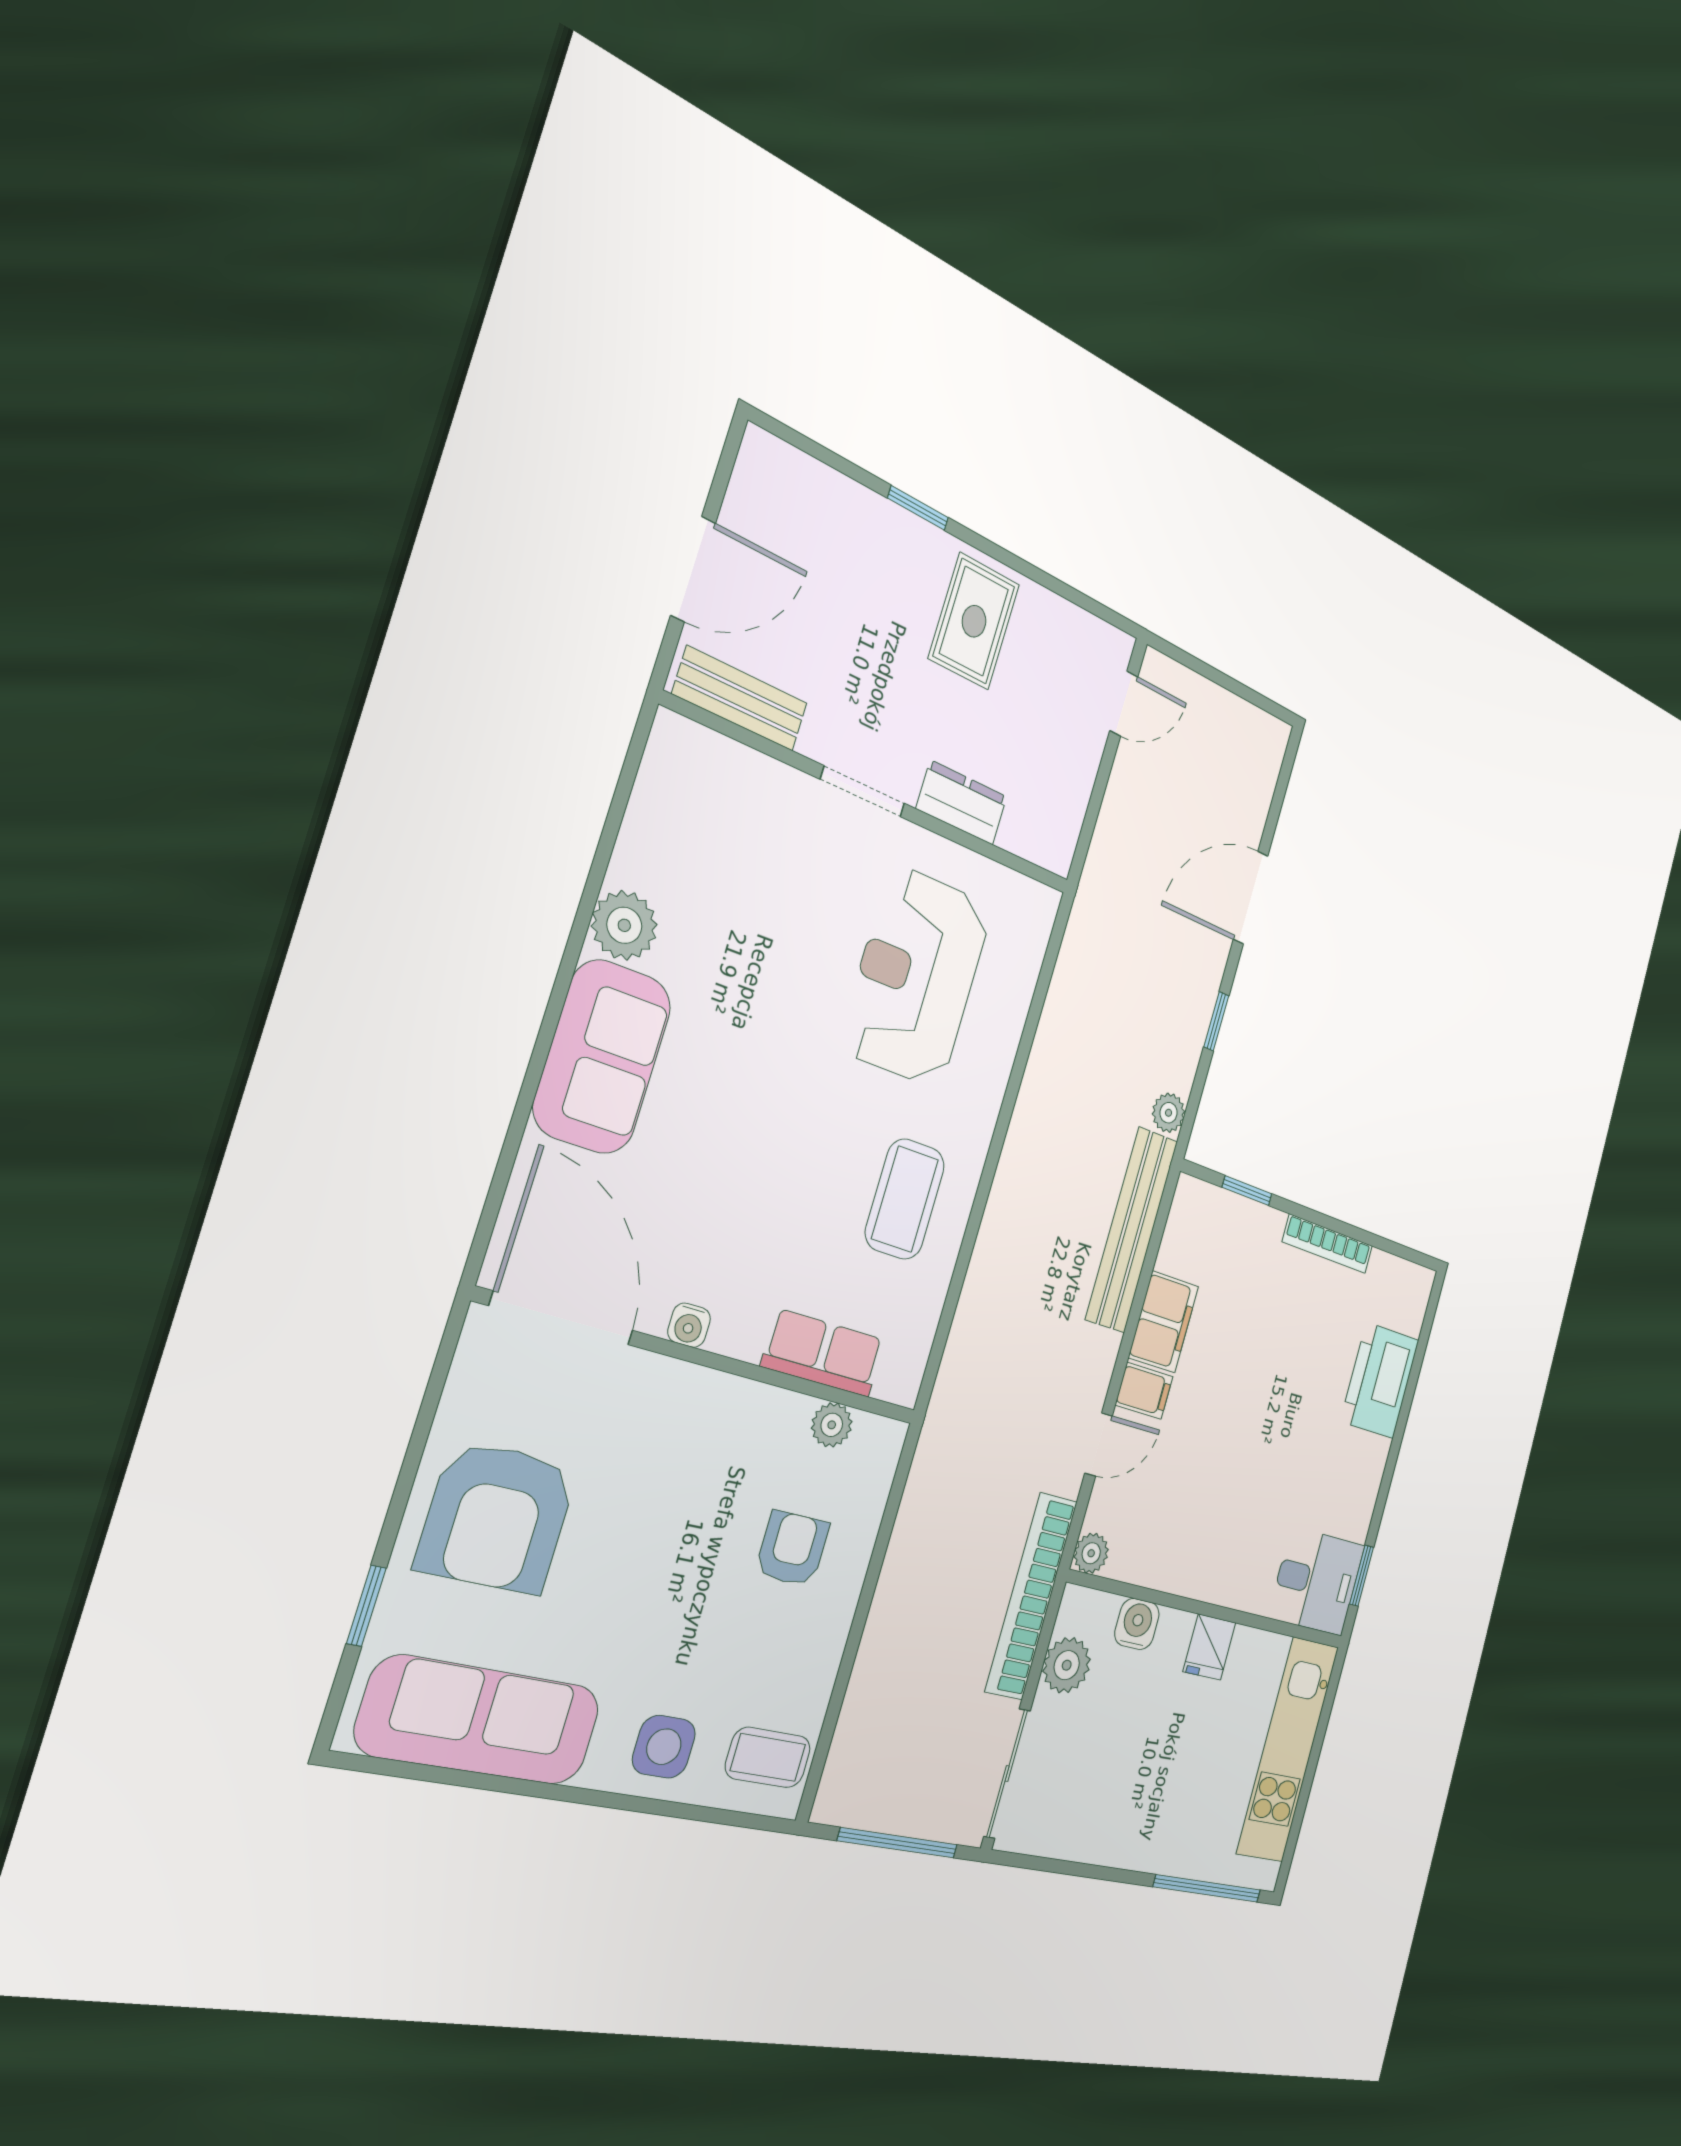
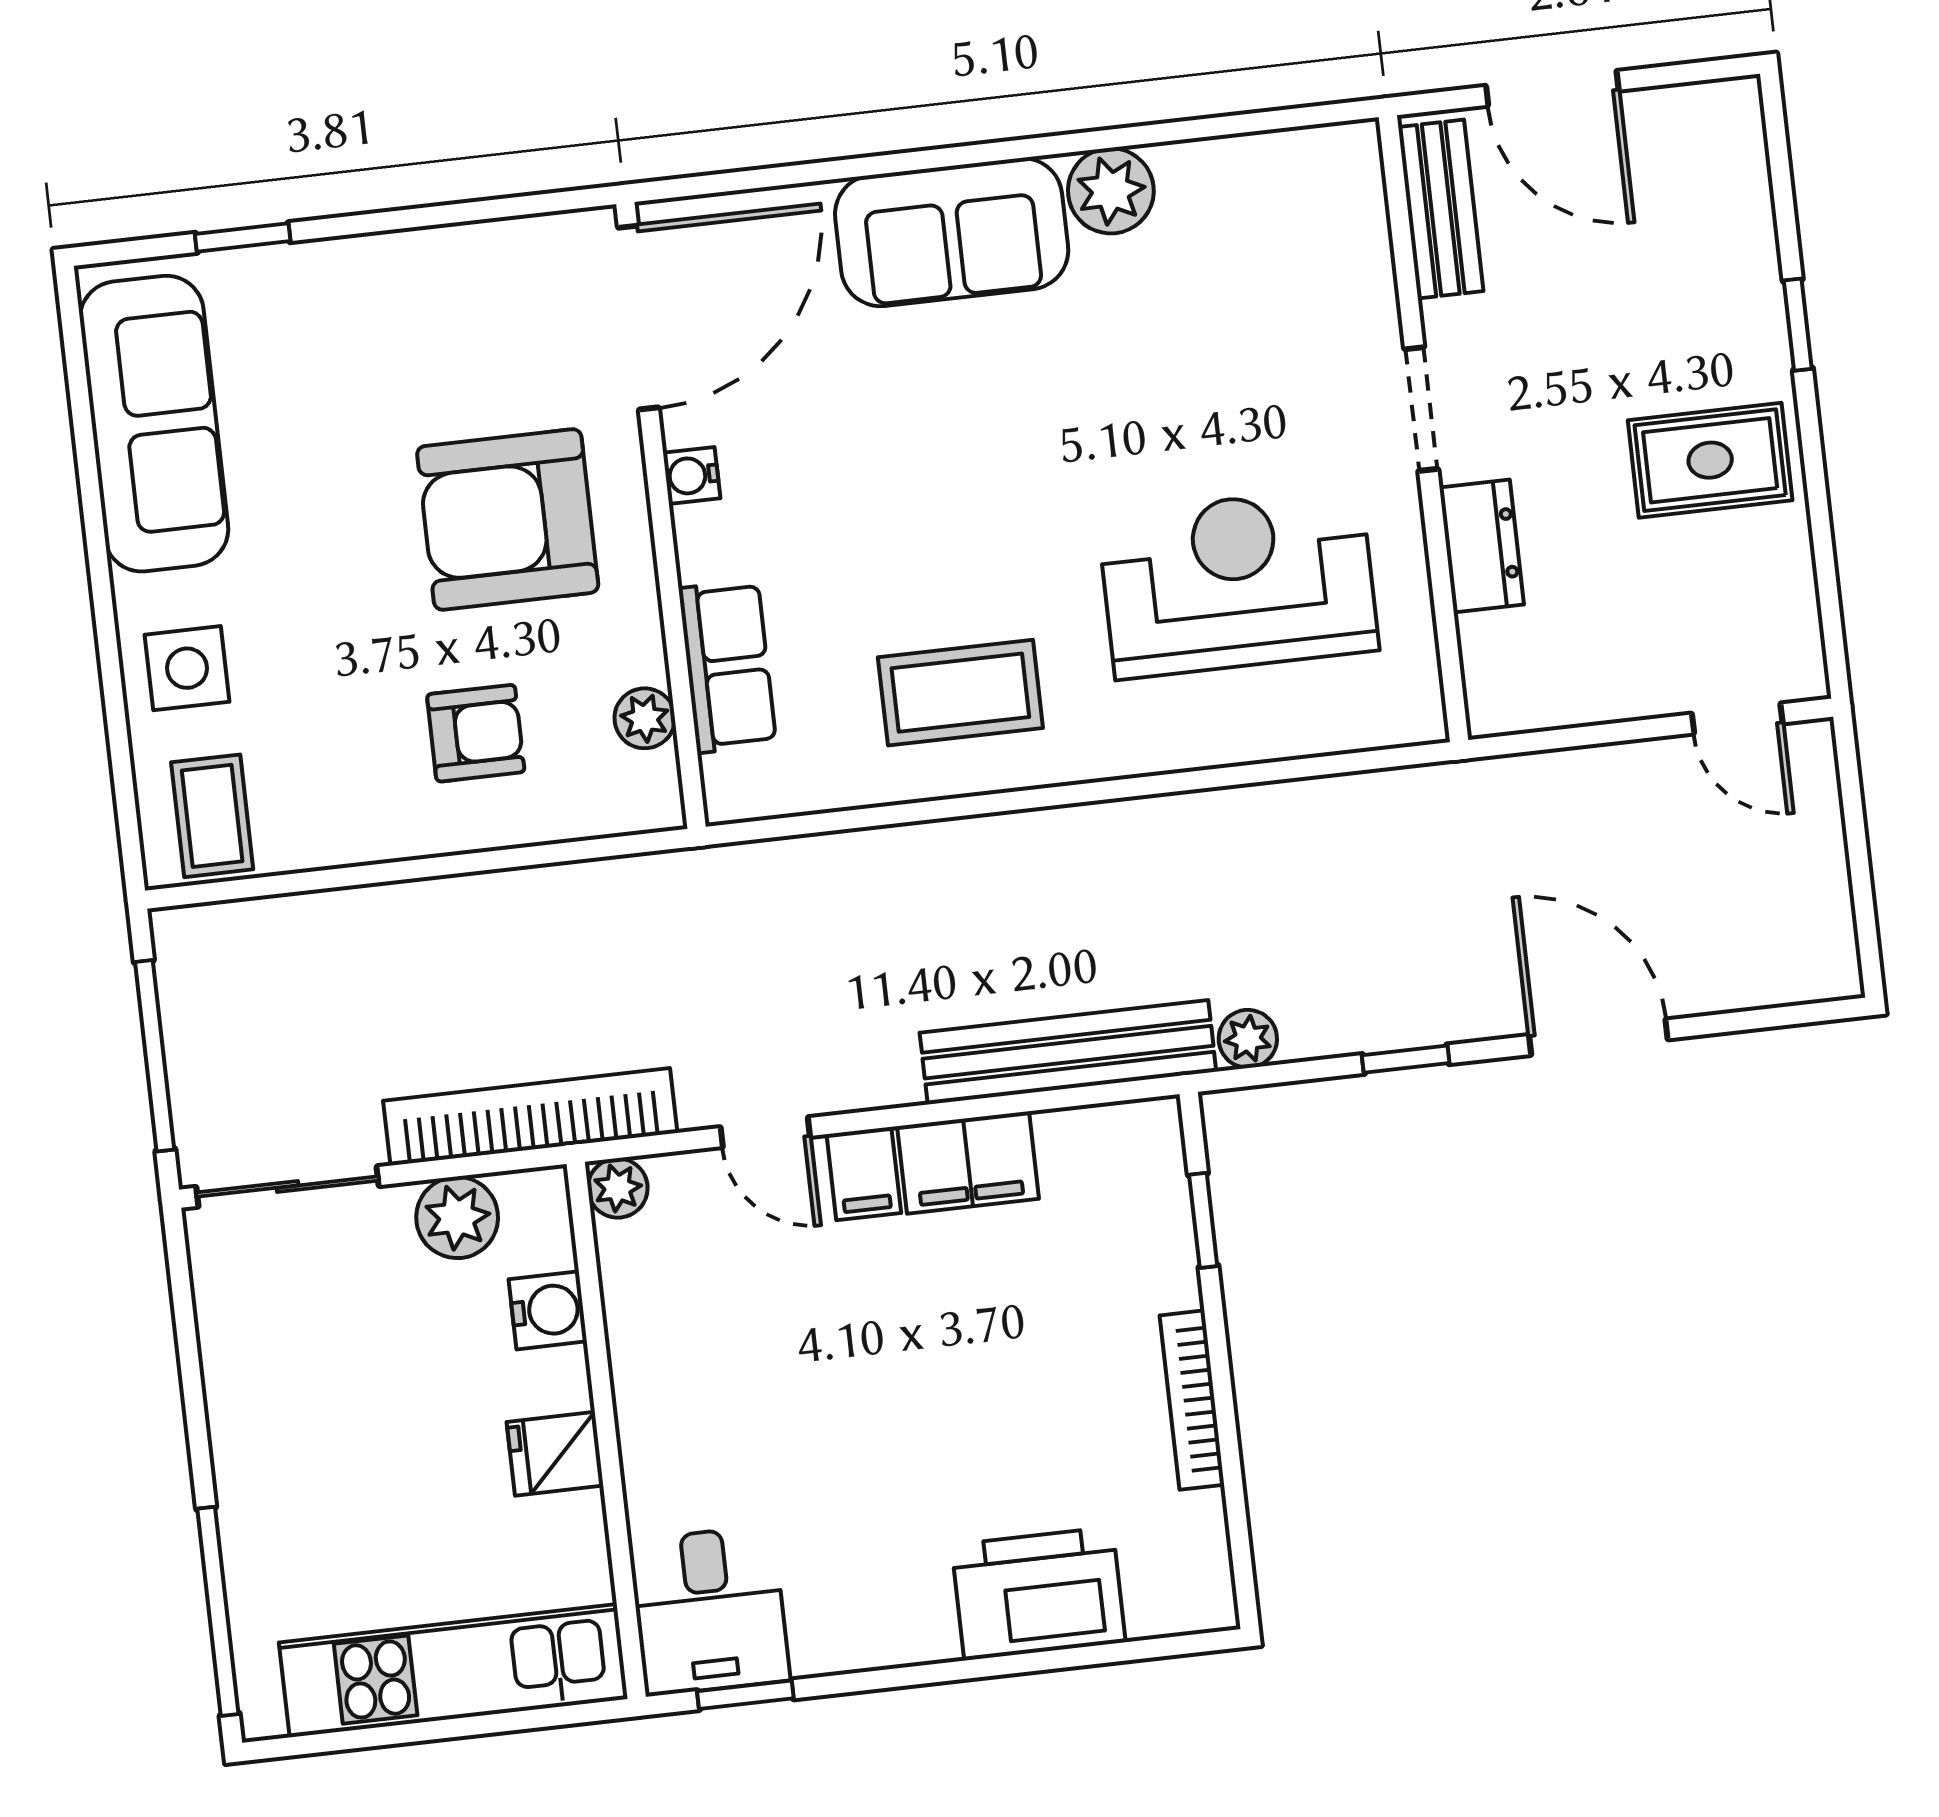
armchair: (497, 1517) -> (508, 519), moved

